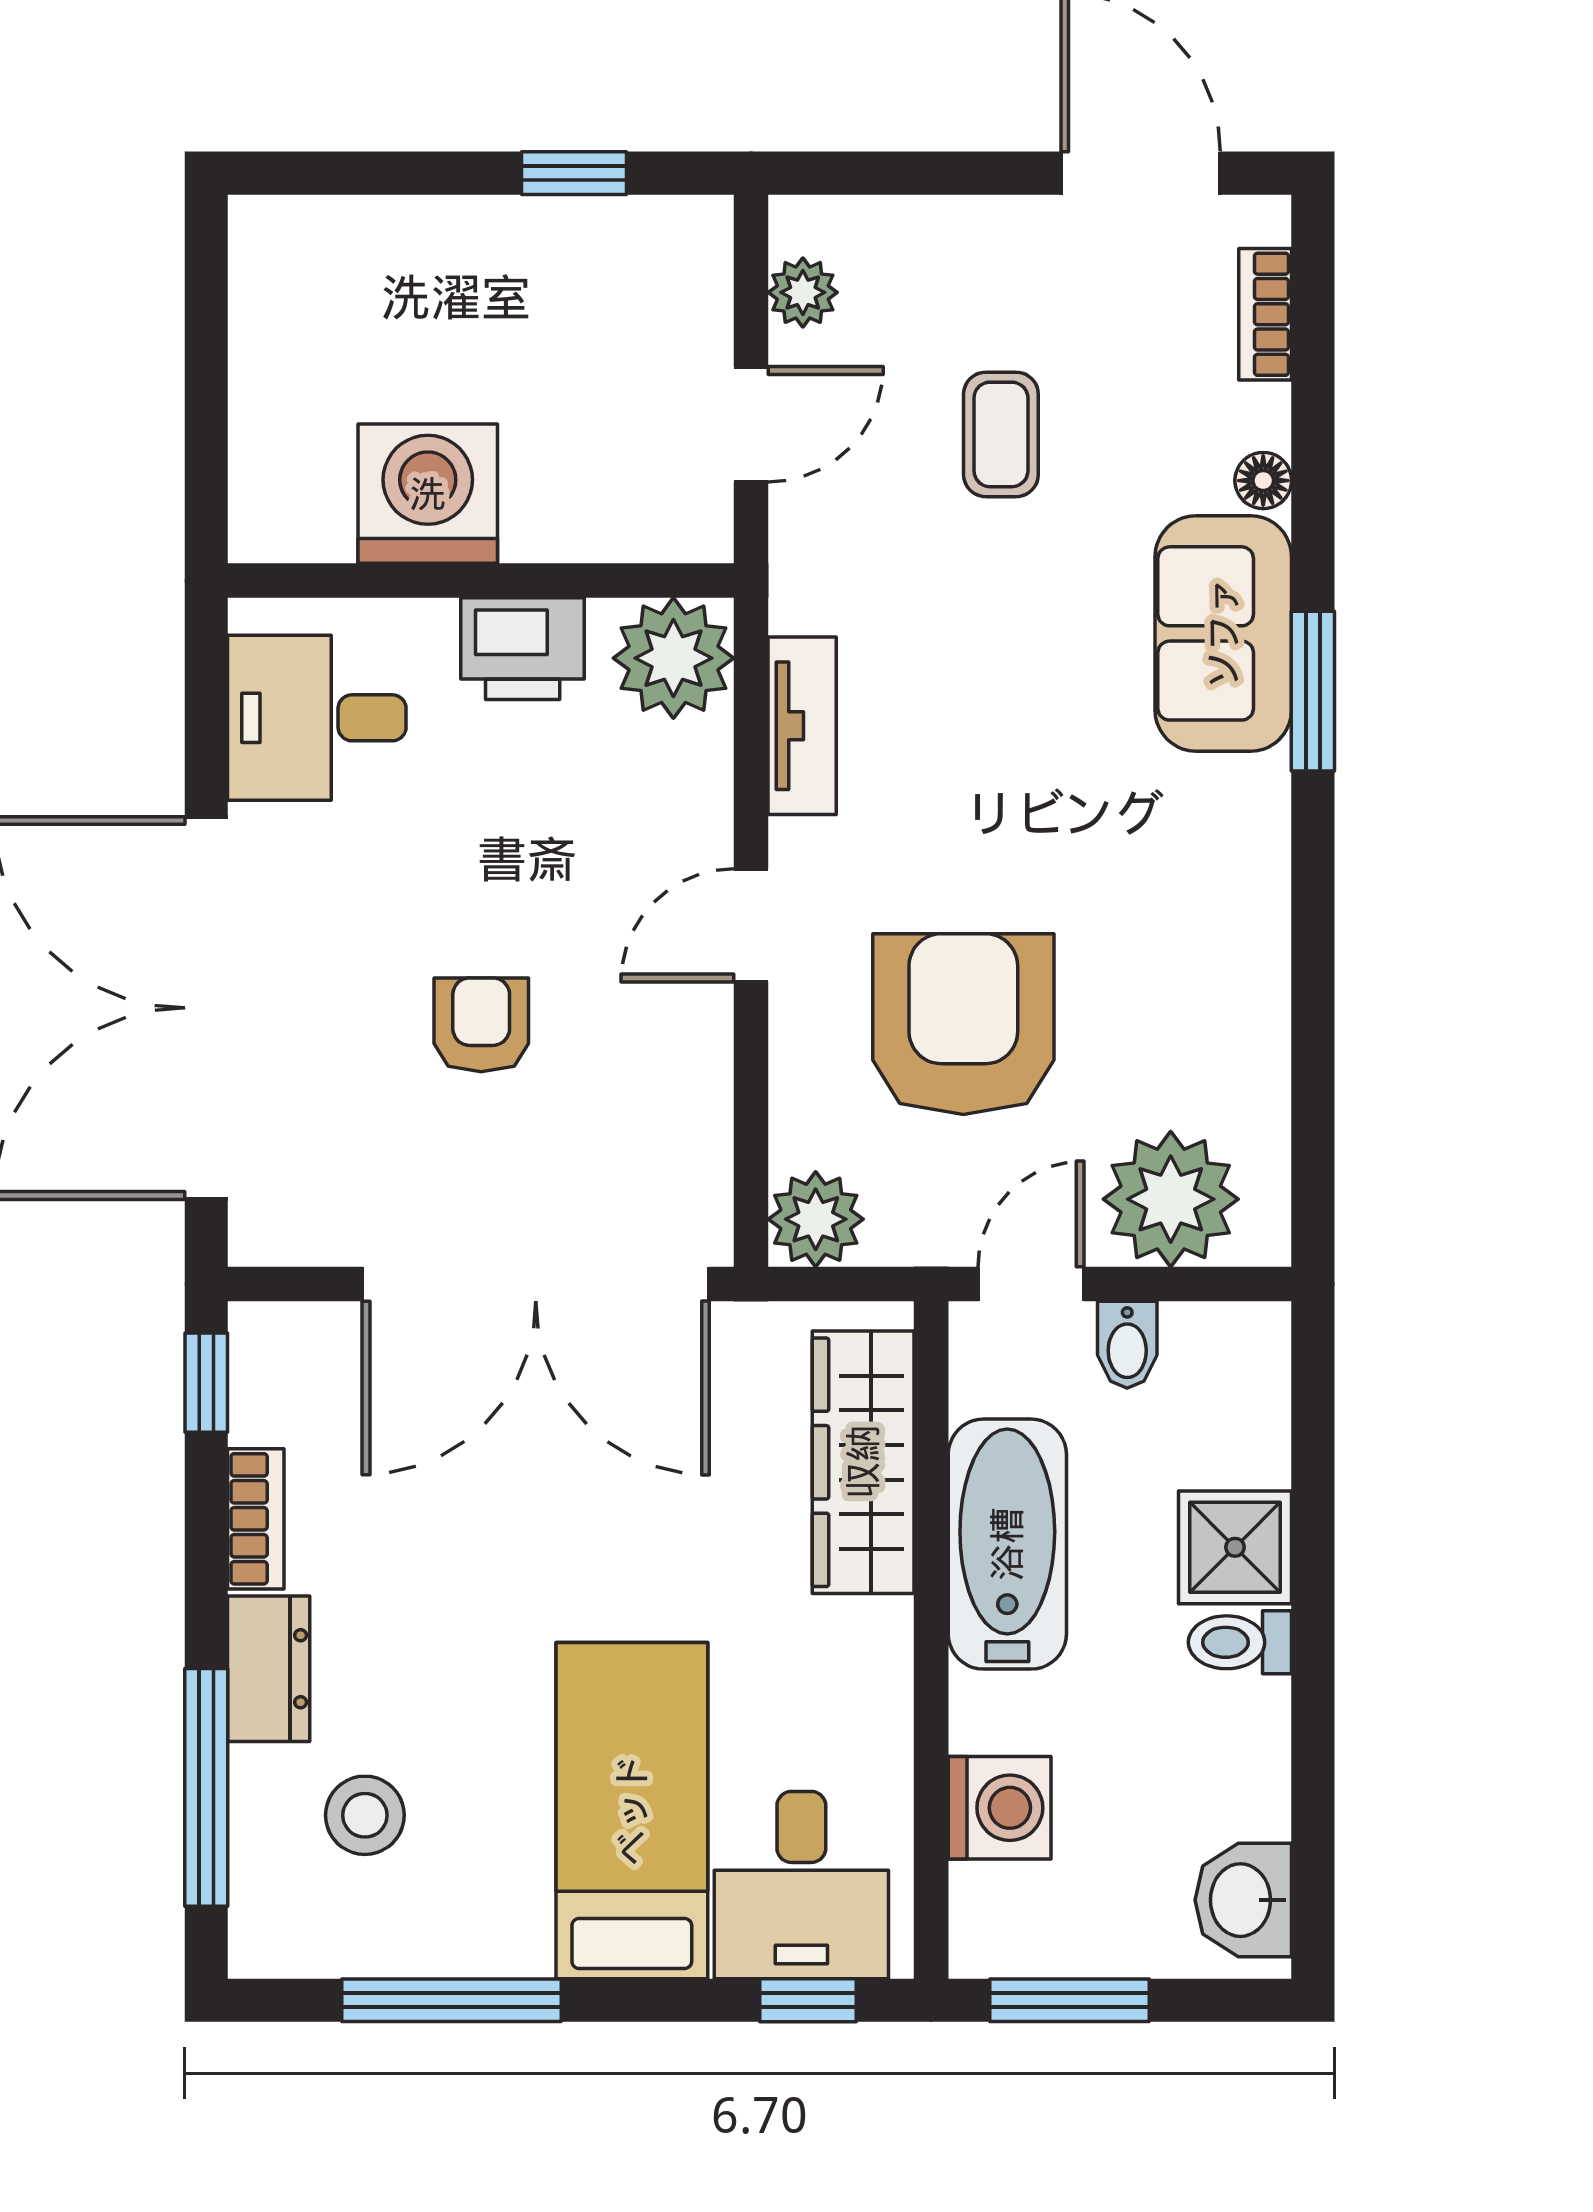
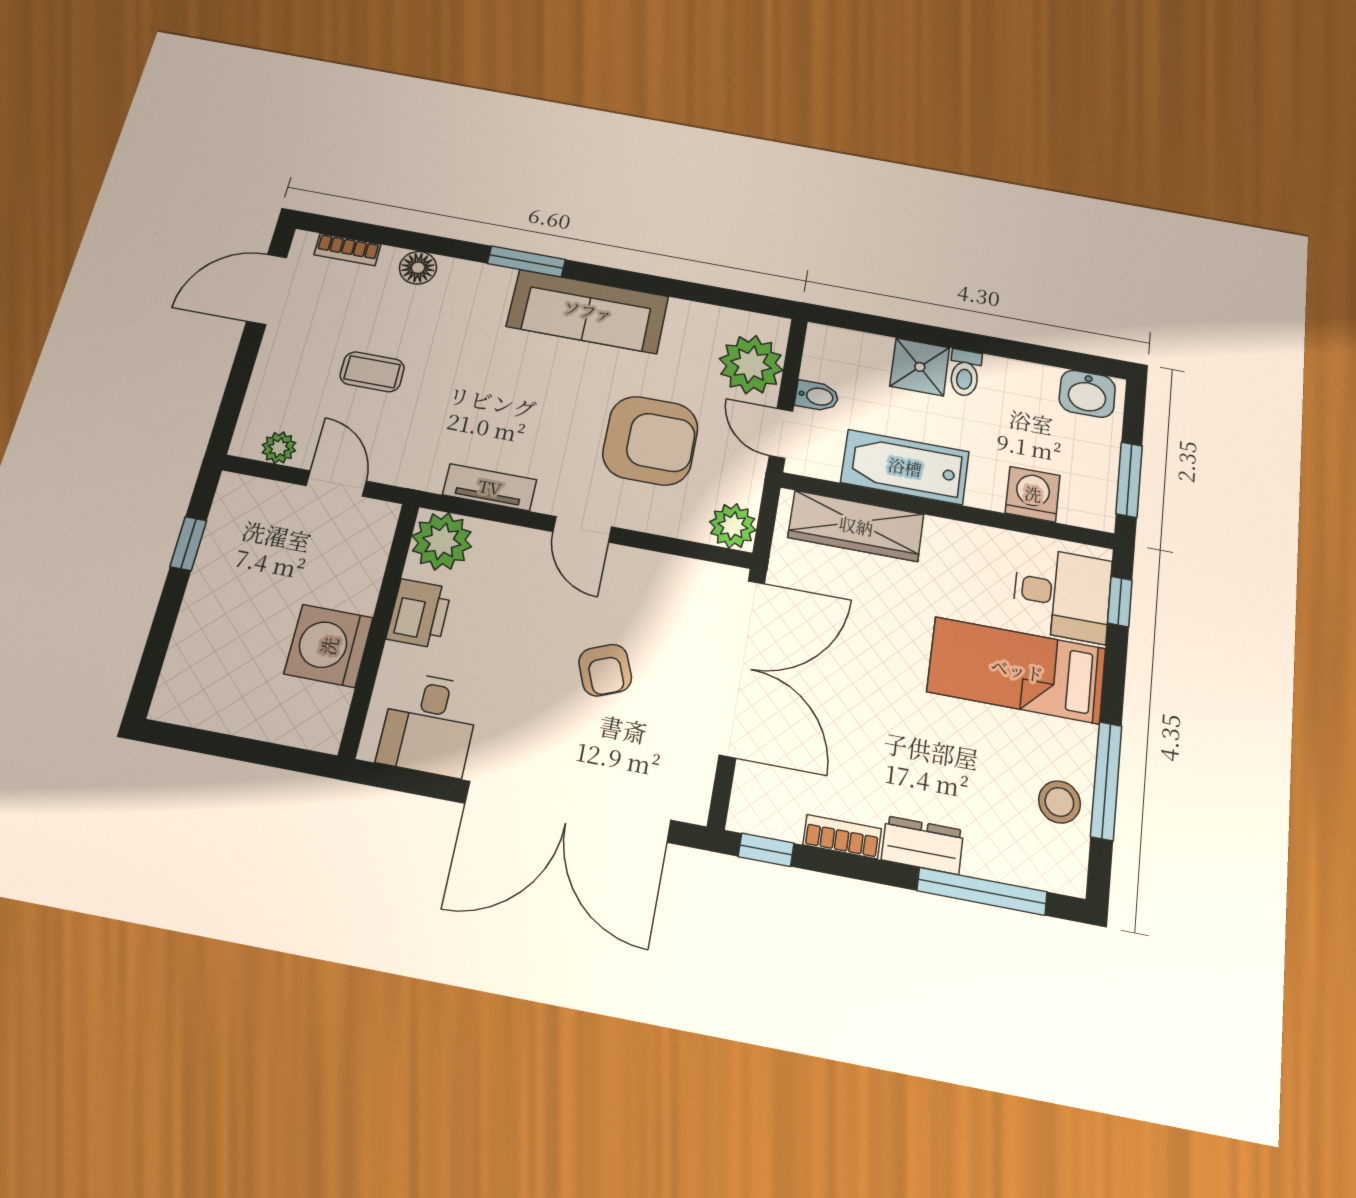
floor lamp: (1263, 481) -> (418, 268), width x1.37, depth x1.37
sofa: (1223, 633) -> (588, 311), moved, width x1.36
armchair: (963, 1024) -> (650, 441), turned 180
armchair: (481, 1025) -> (605, 670), turned -112
stool: (365, 1815) -> (1059, 802), moved

